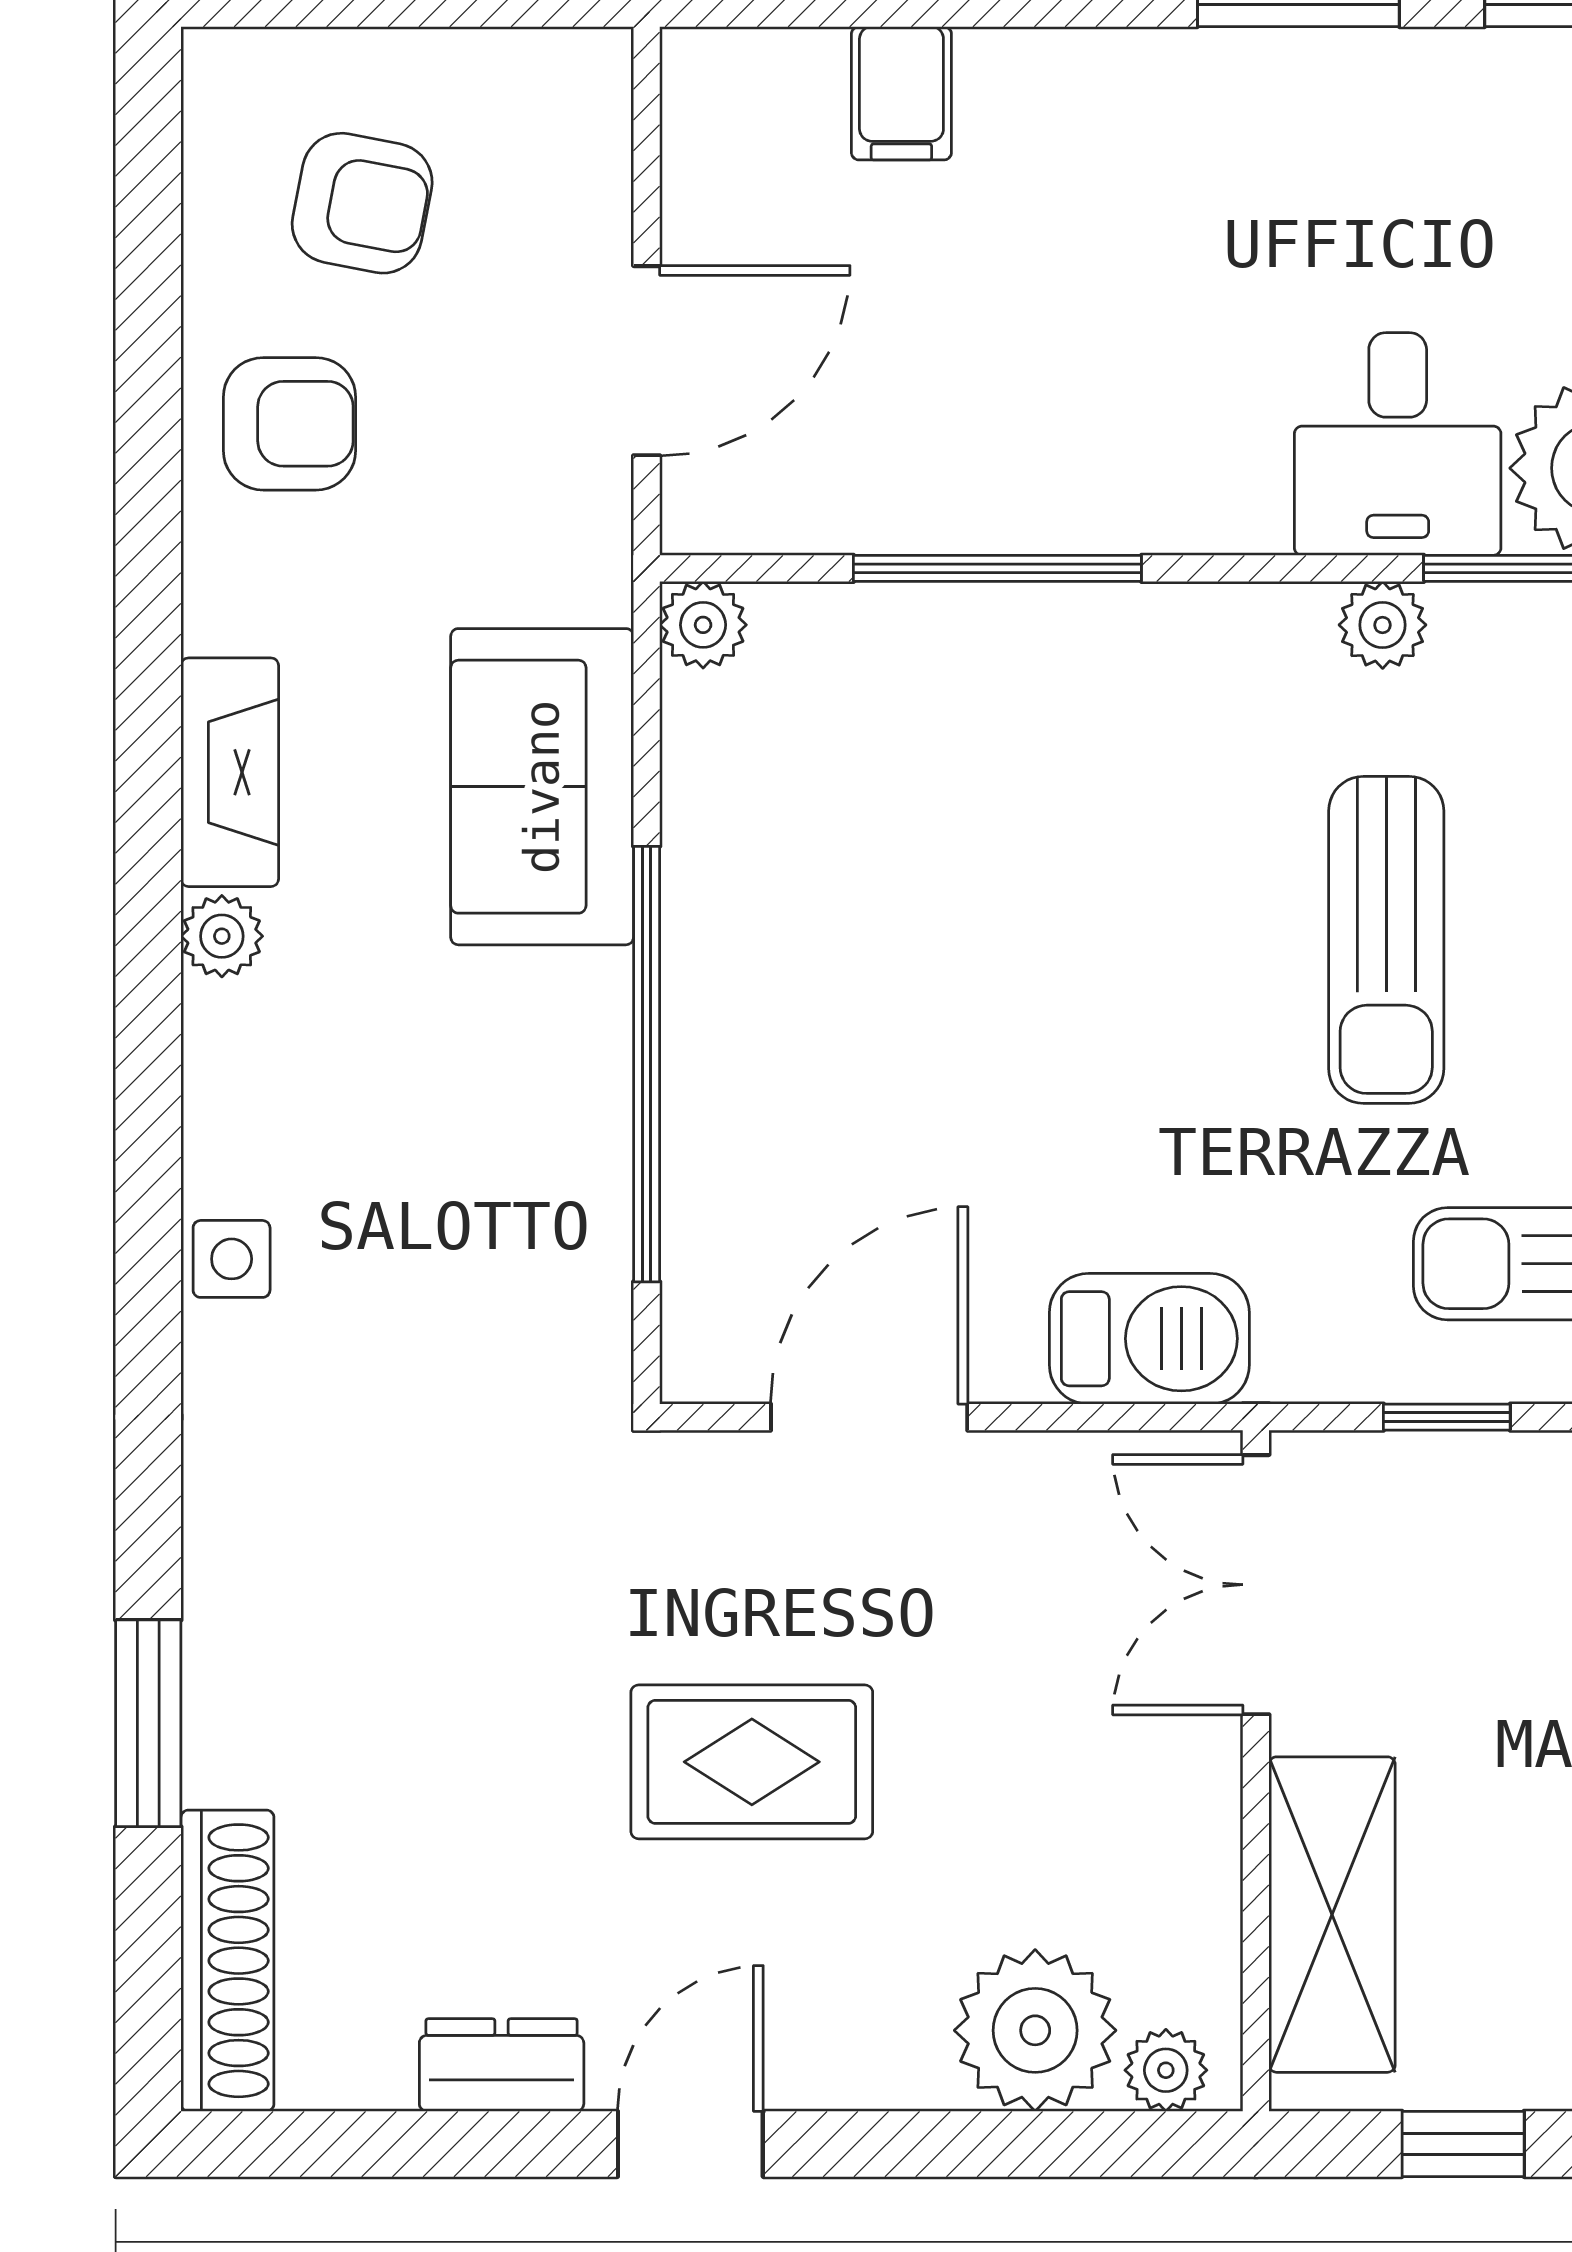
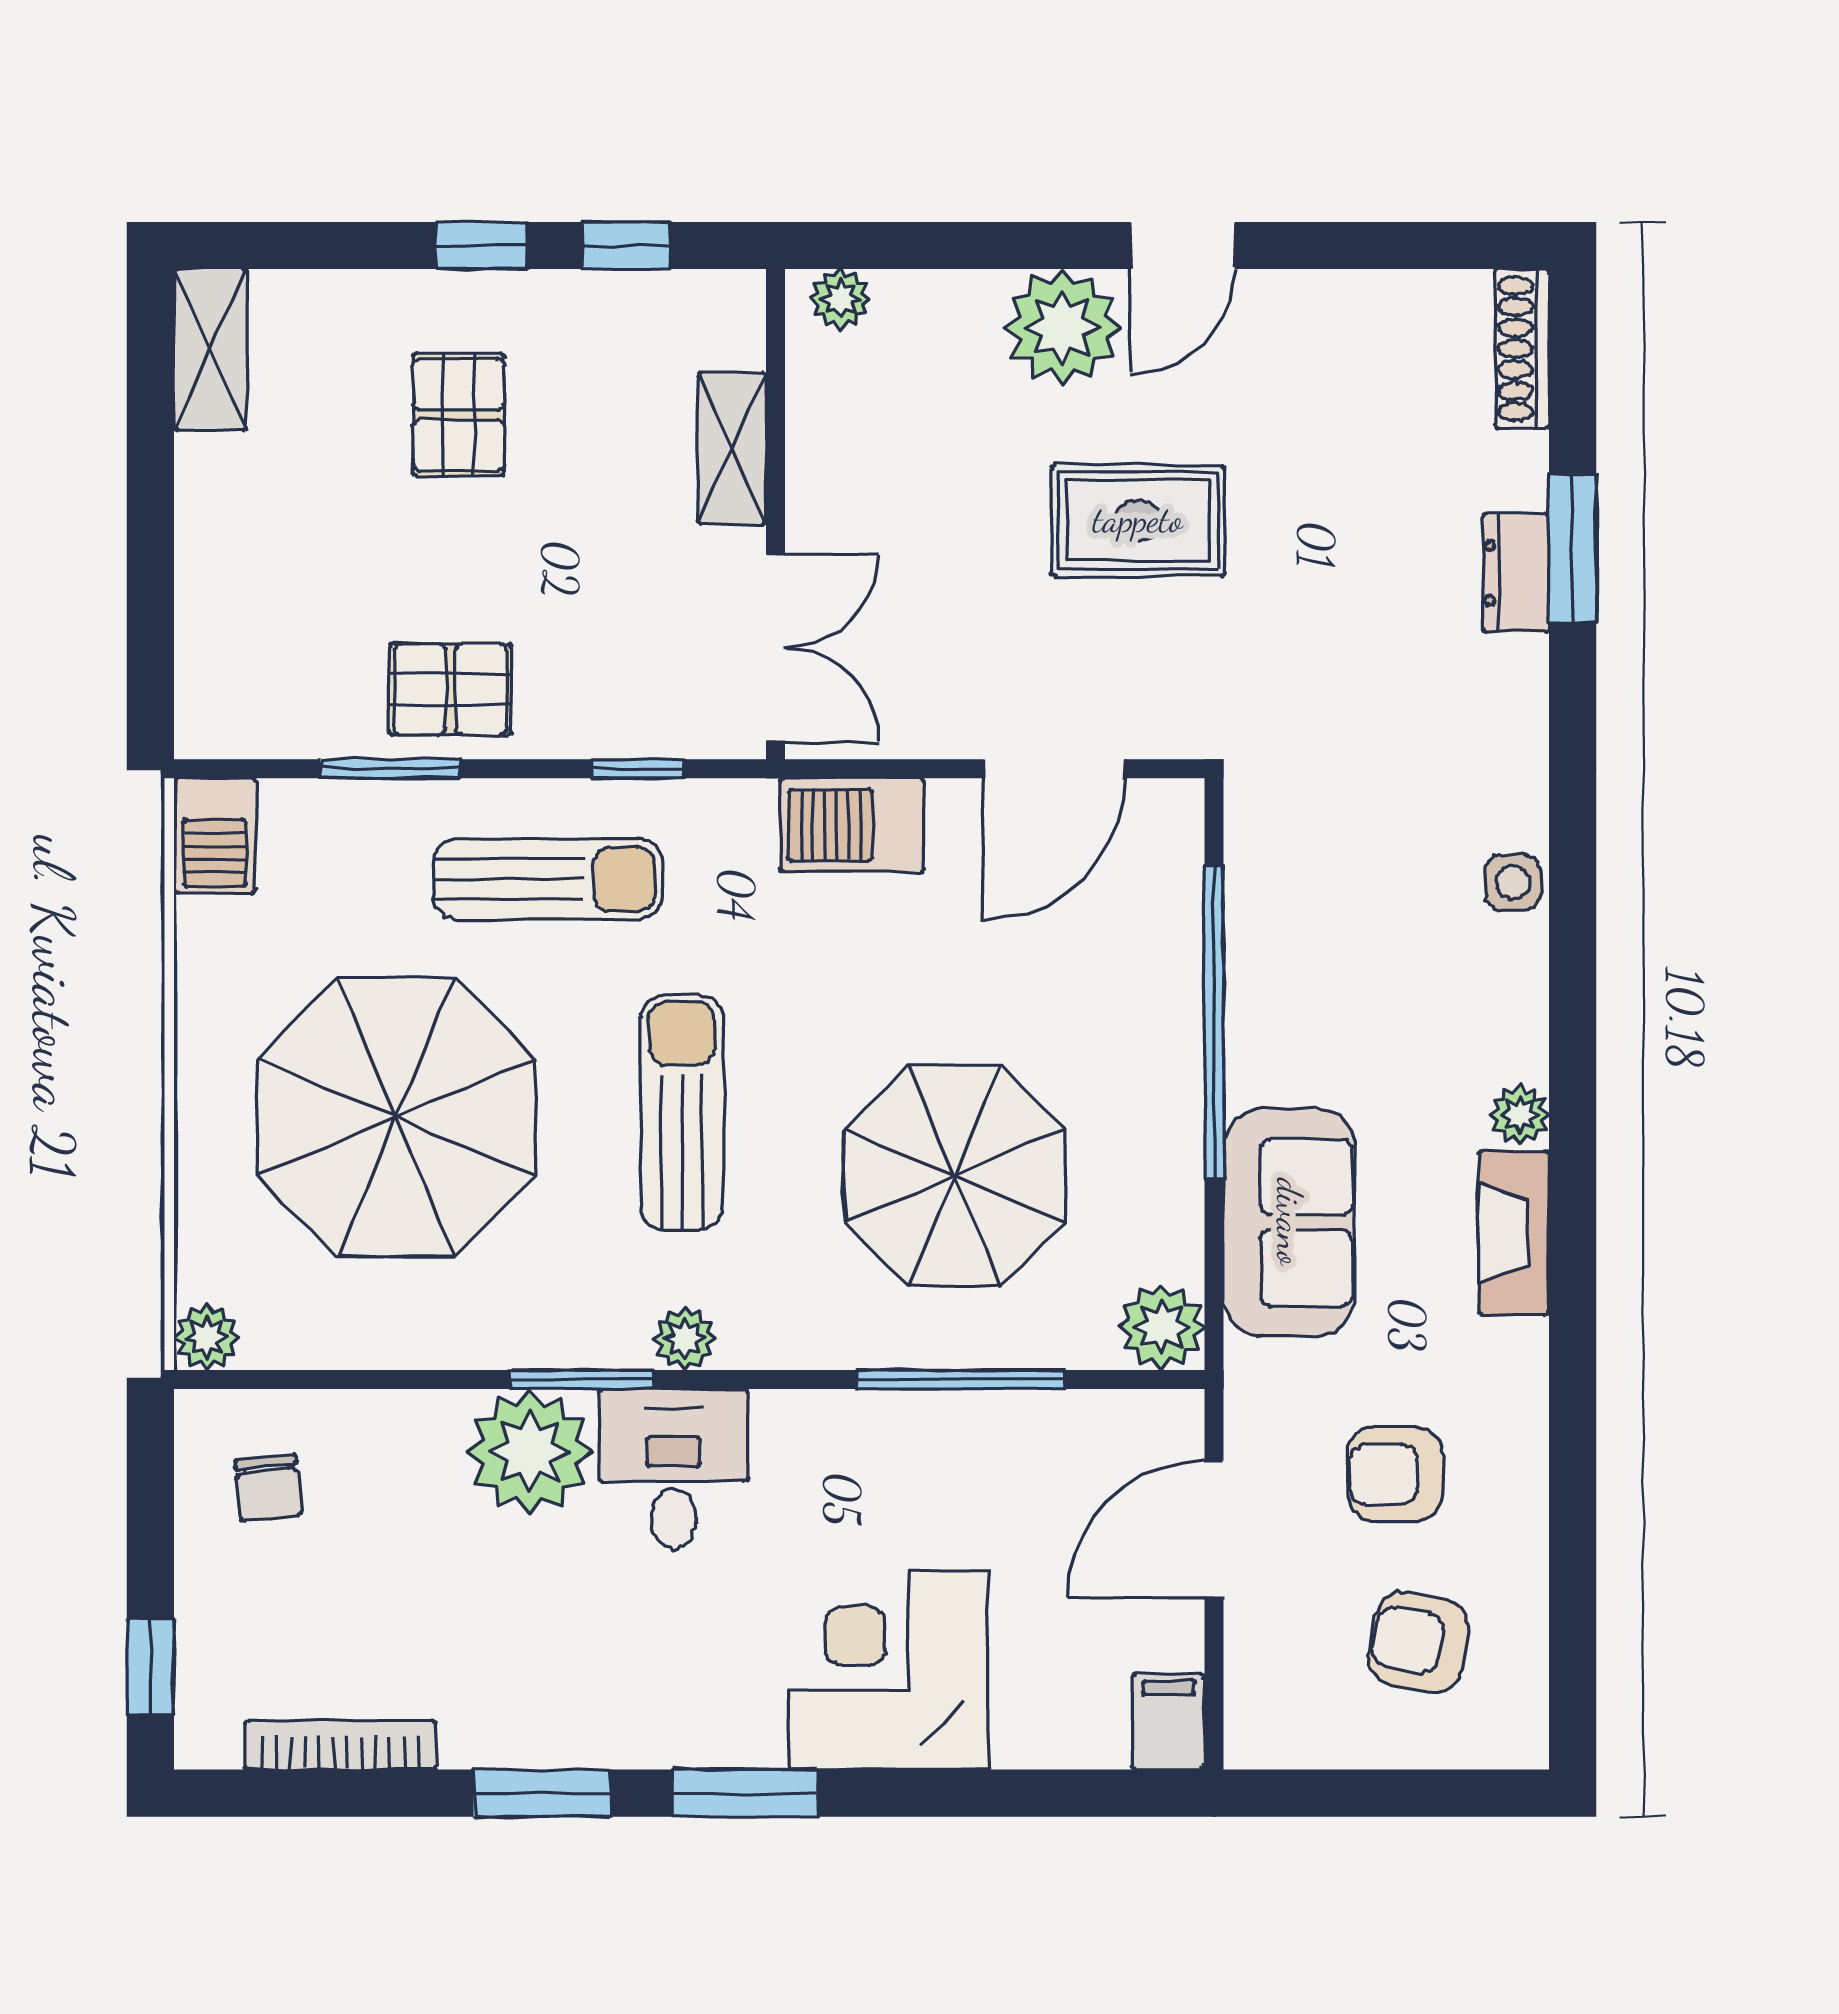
filing cabinet: (901, 93) -> (1169, 1721), moved
corner desk: (1099, 165) -> (889, 1670), added
armchair: (290, 424) -> (1395, 1474), moved
plant: (703, 625) -> (1162, 1327), width x1.38, depth x1.38
parasol: (1007, 851) -> (955, 1176), added
shelving: (1332, 1915) -> (732, 448), width x0.67, depth x0.75
shoe rack: (227, 1961) -> (1522, 349), width x0.74, depth x0.81
plant: (1035, 2030) -> (1062, 327), moved
dresser: (502, 2065) -> (1516, 573), moved, turned 90

